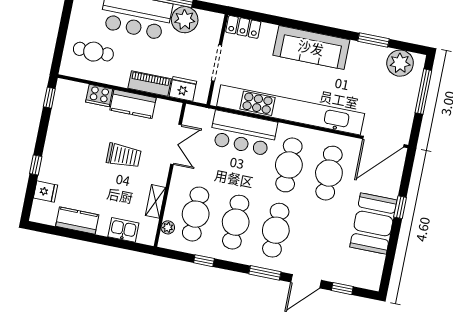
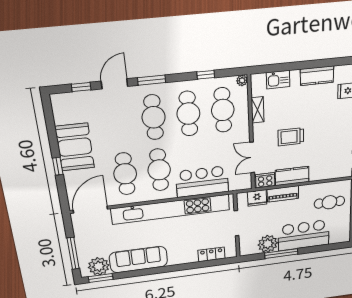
locker: (243, 27) -> (211, 254), moved
window: (373, 40) -> (101, 278), moved
sofa: (311, 47) -> (139, 259), moved
cooker: (99, 95) -> (265, 180), moved
plant: (168, 227) -> (242, 80), moved

